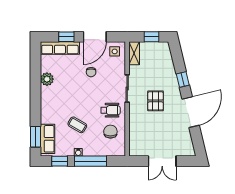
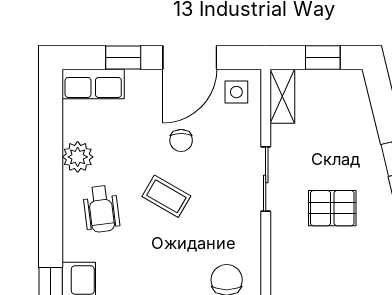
row of seats: (60, 48) -> (93, 84), width x0.68
pallet: (156, 101) -> (332, 208), turned 90
wheelchair: (110, 110) -> (101, 209), moved, turned 83
coffee table: (77, 125) -> (166, 196), moved

